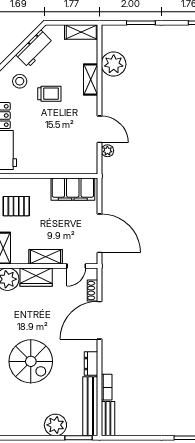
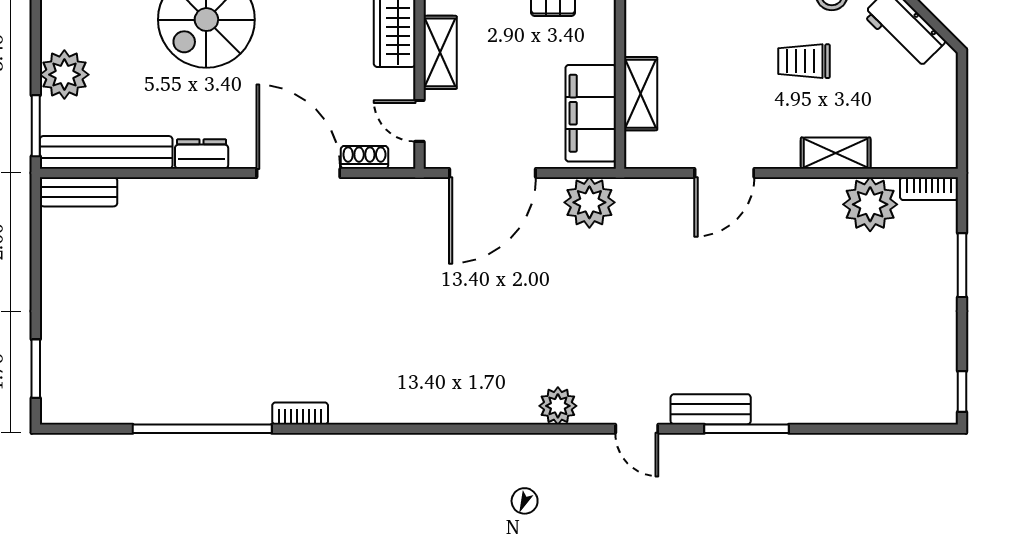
shelving: (81, 32) -> (641, 94), moved
trolley: (49, 94) -> (804, 61), turned 90
plant: (107, 151) -> (589, 202), moved, width x1.88, depth x1.88
bookcase: (107, 387) -> (929, 189), moved

